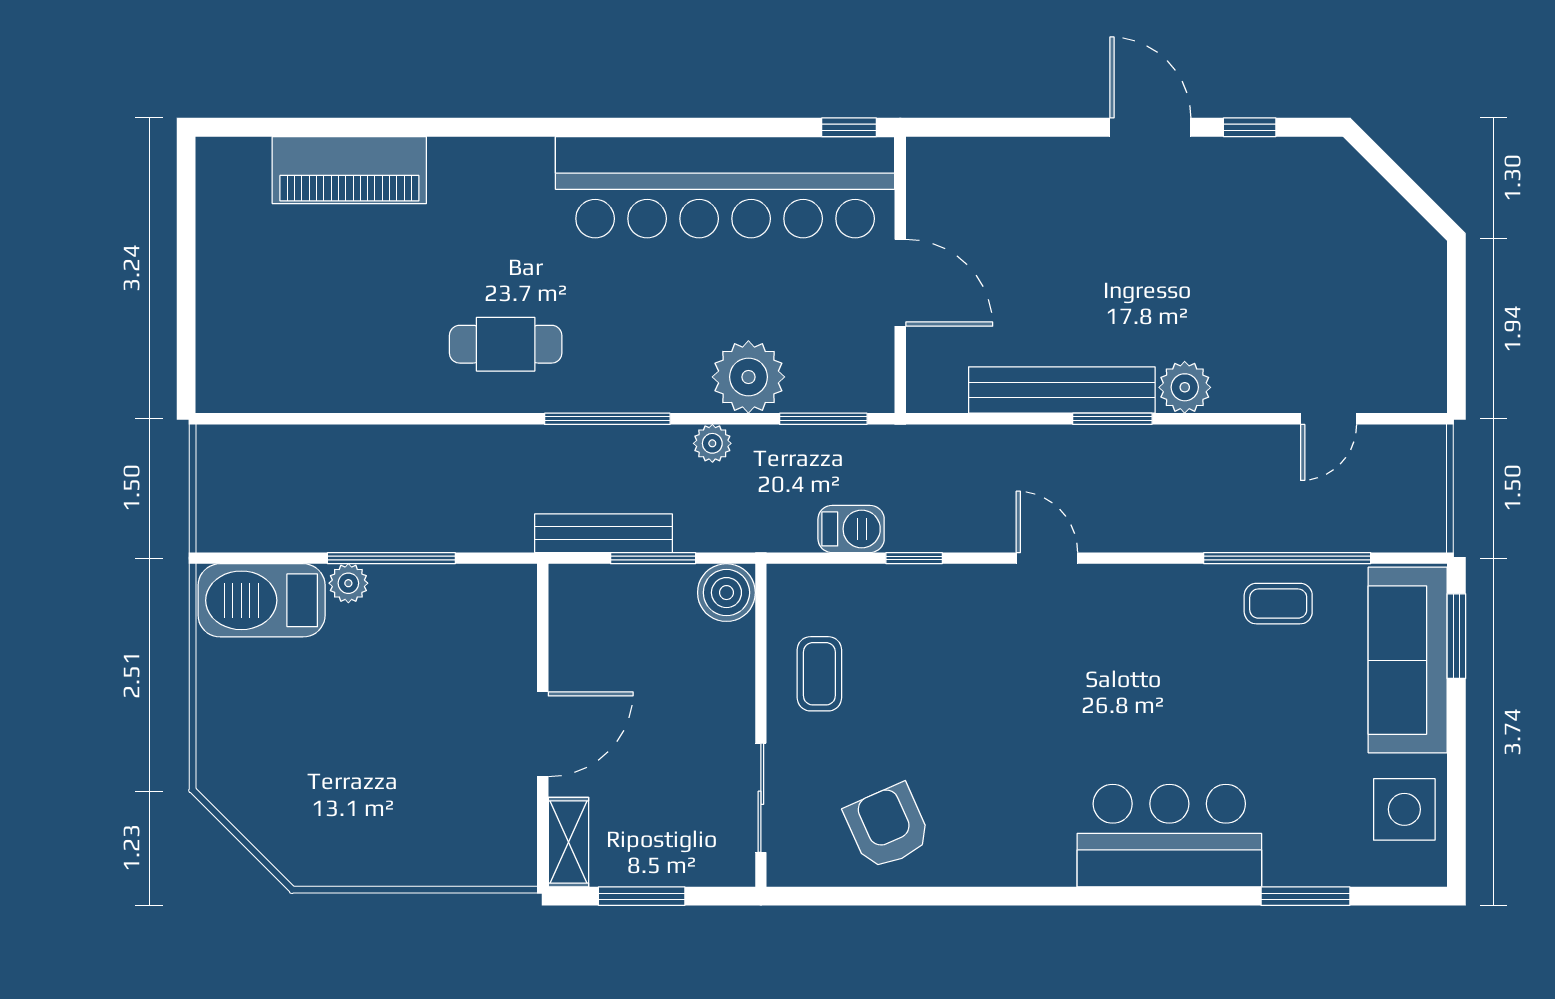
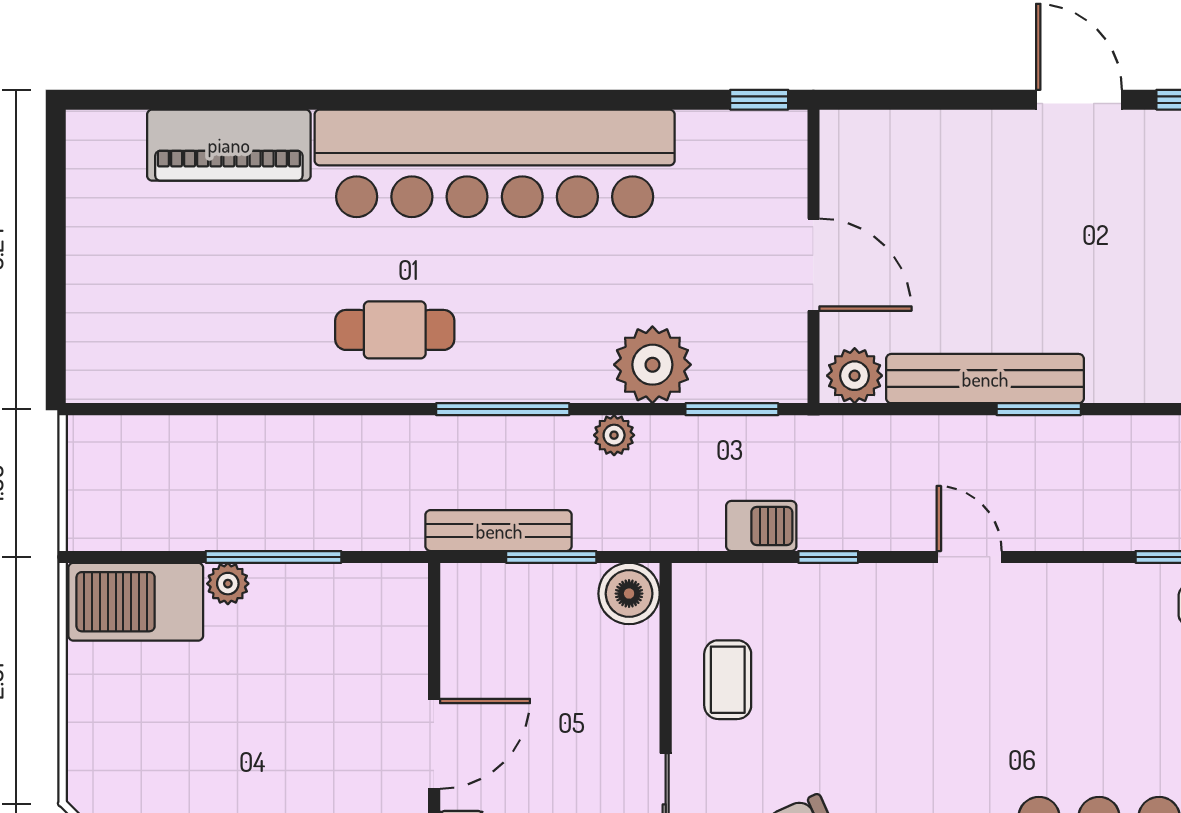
bar counter: (725, 187) -> (495, 163), moved
plant: (1185, 387) -> (855, 376), moved

